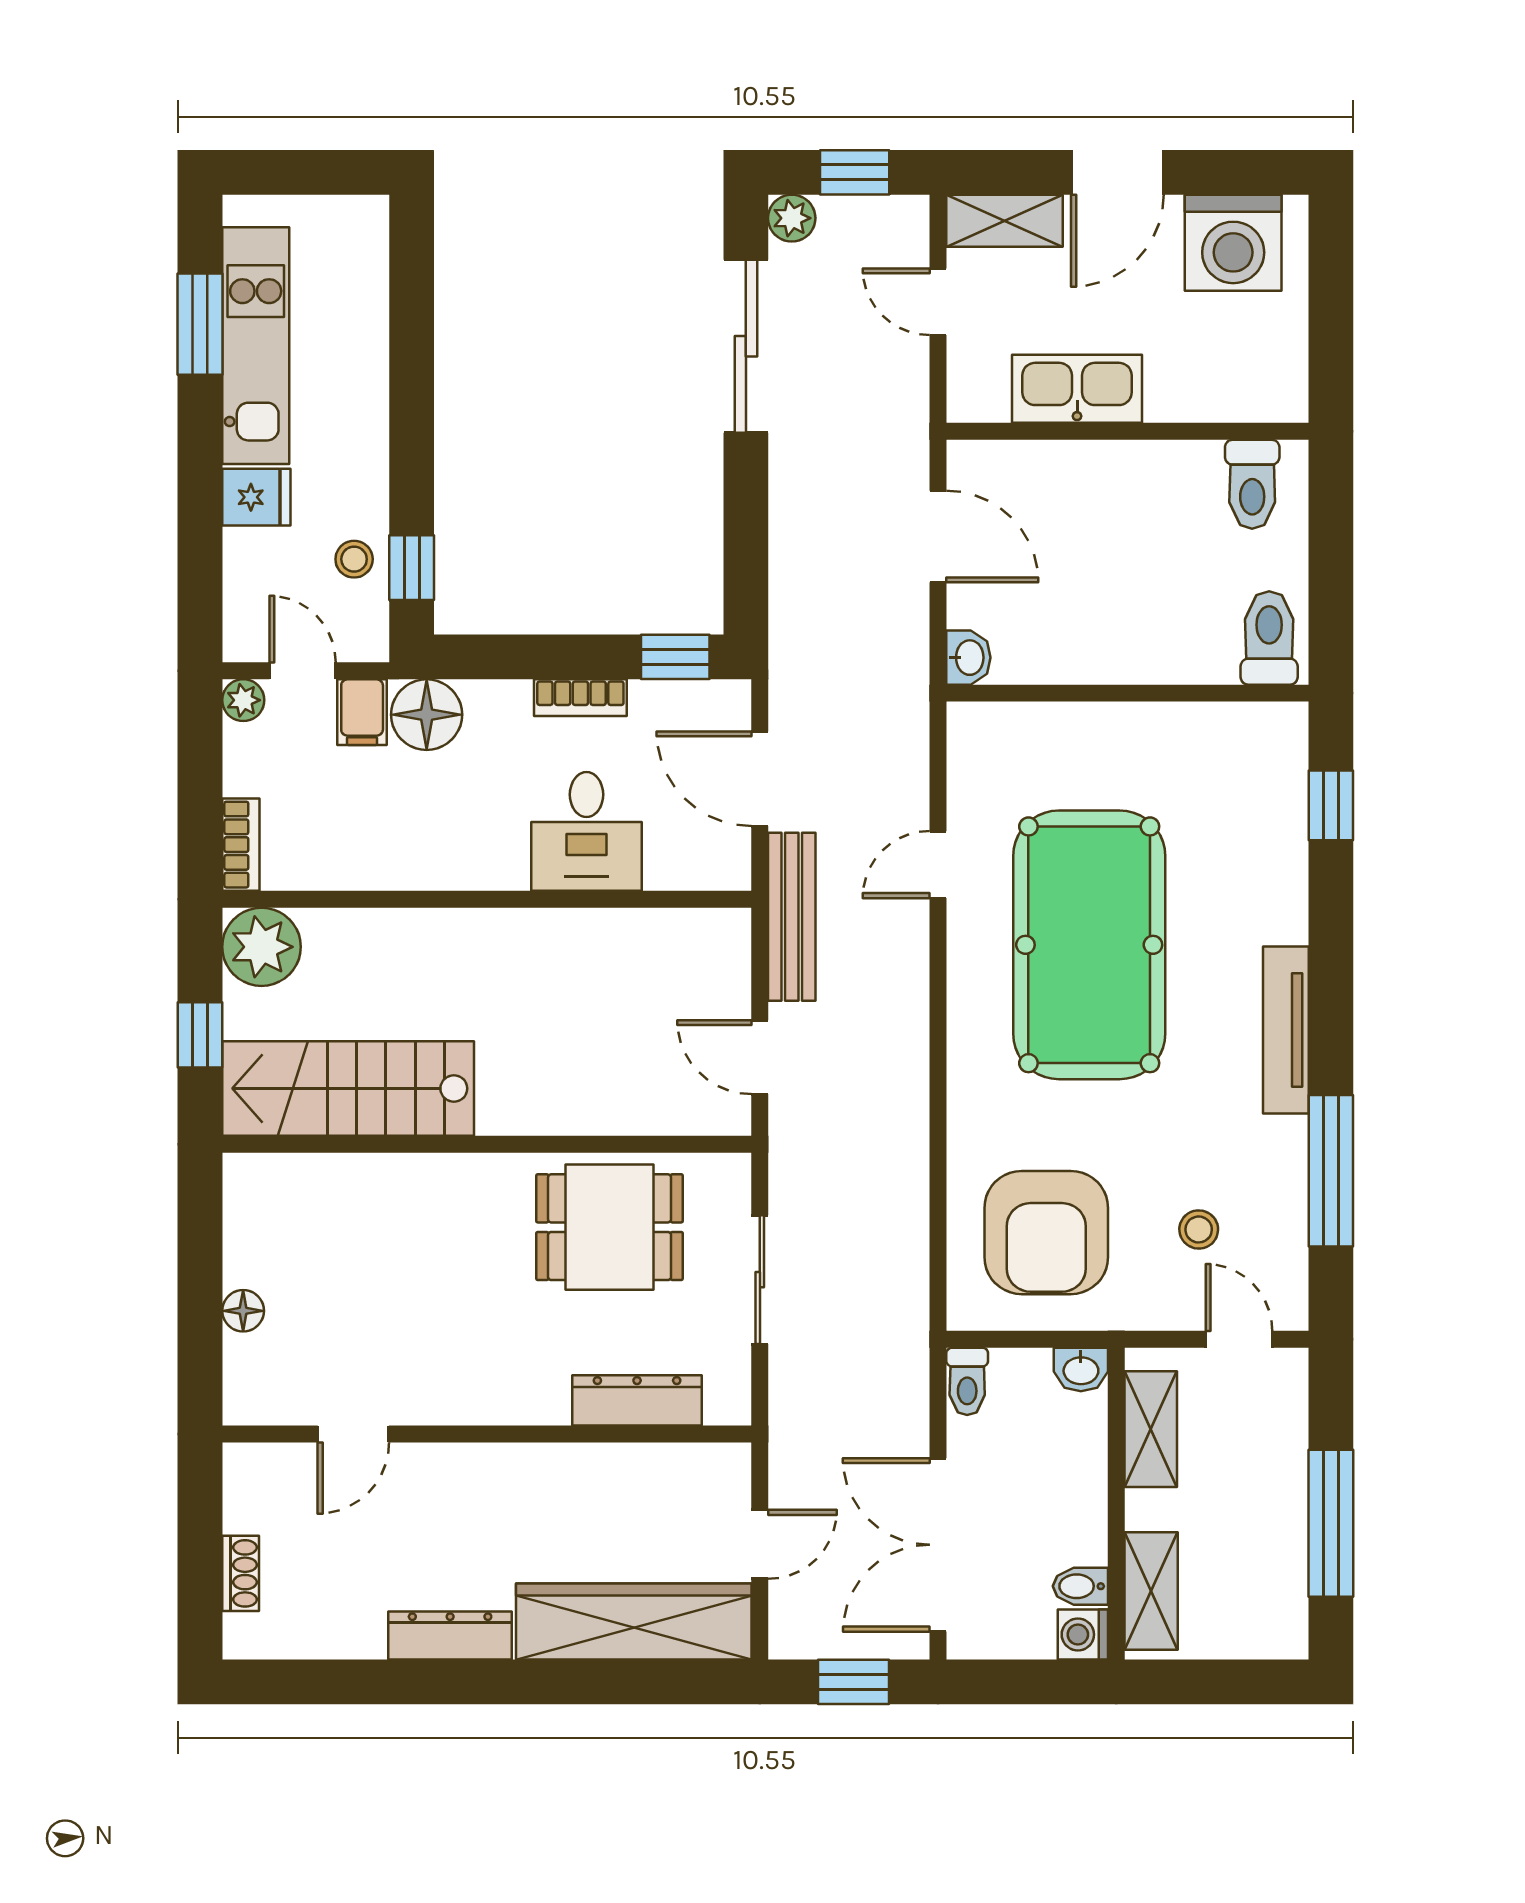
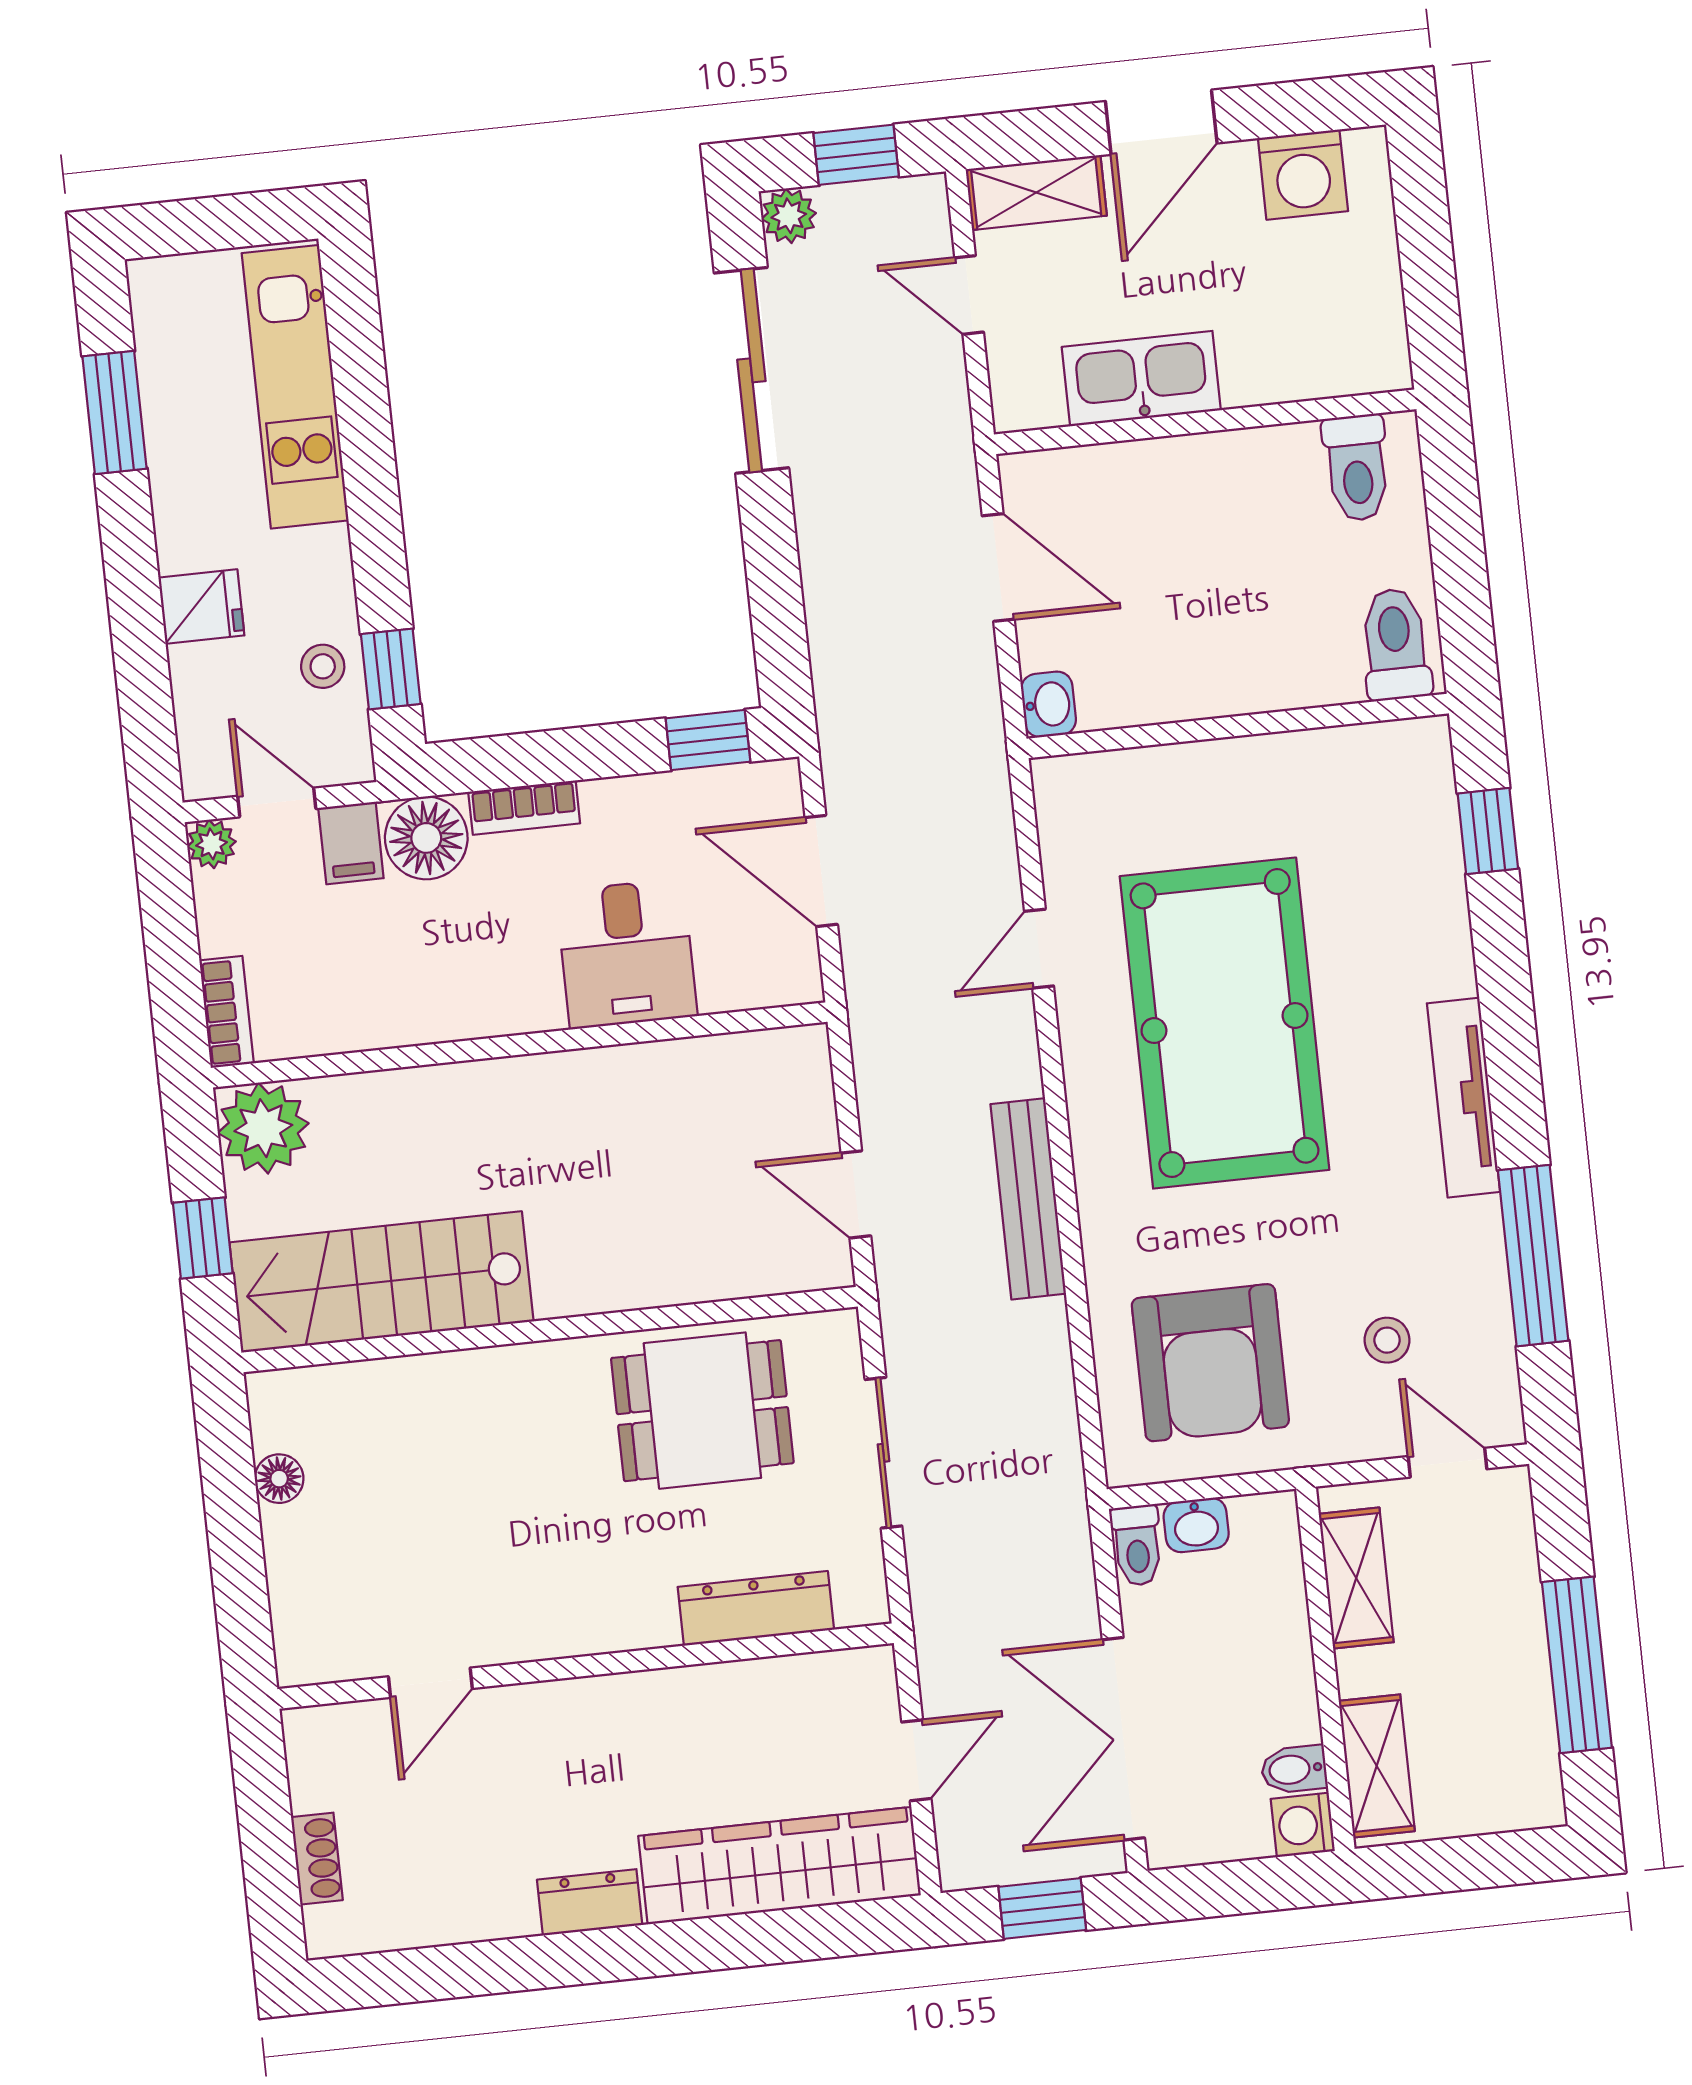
washing machine: (1233, 243) -> (1303, 175), width x0.73, depth x0.73
kitchen unit: (256, 346) -> (295, 387), moved, turned 180
bookcase: (580, 698) -> (524, 808), moved
bench: (792, 917) -> (1028, 1199), moved
floor lamp: (243, 1311) -> (279, 1479), moved
washbasin: (1081, 1369) -> (1196, 1525), moved
dresser: (450, 1635) -> (590, 1902), width x0.70

